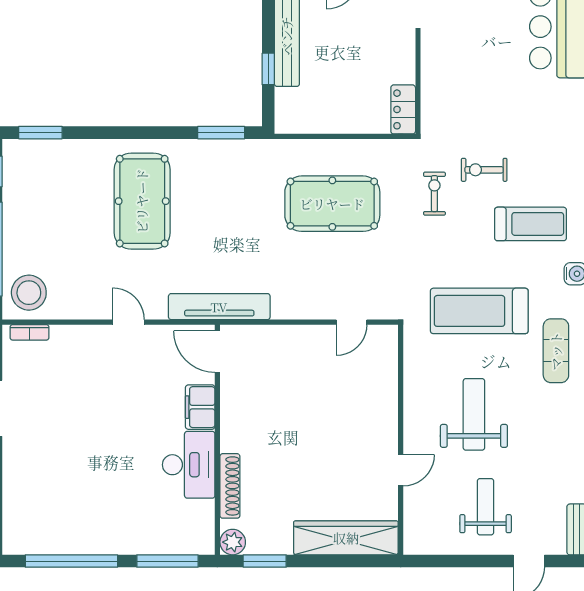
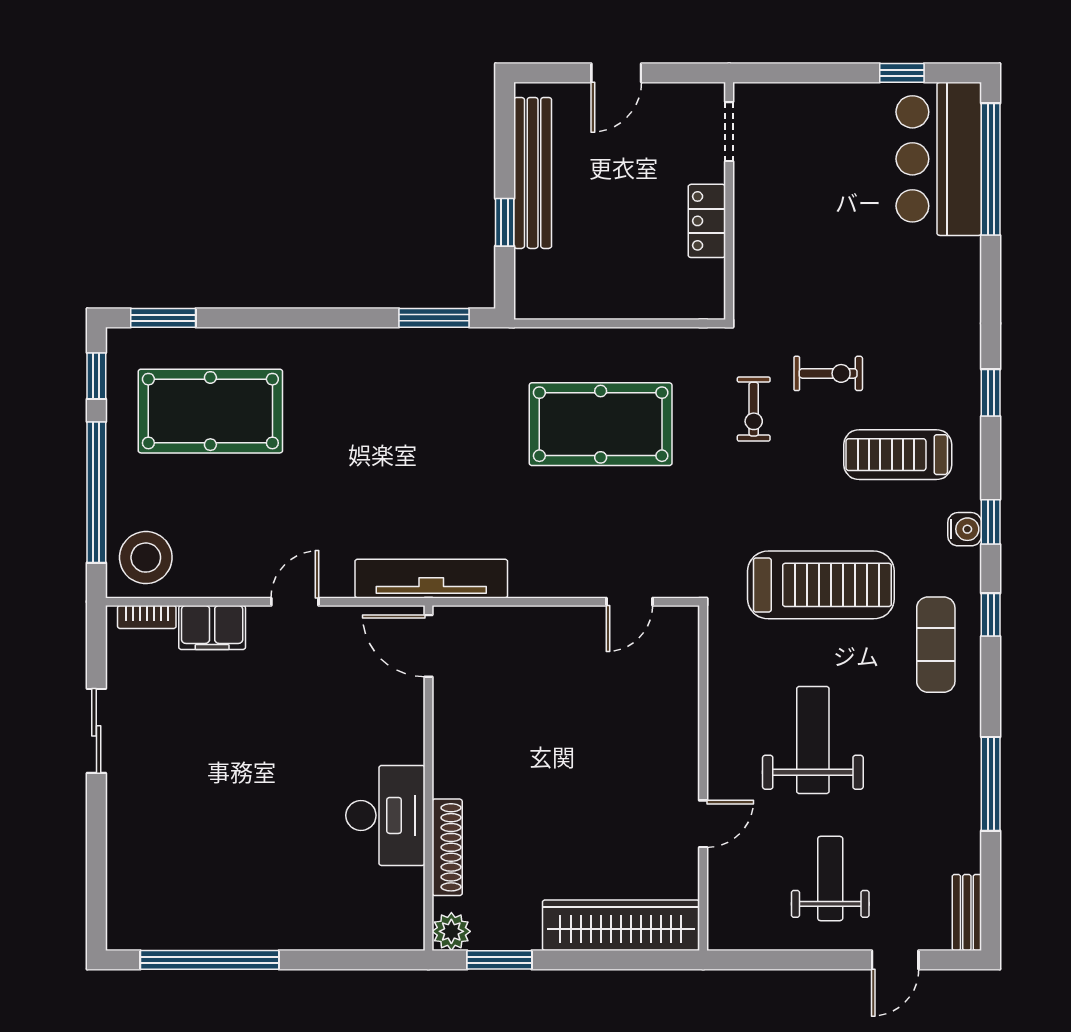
locker: (403, 109) -> (707, 221), moved
exercise bike: (484, 170) -> (828, 373), turned 180
exercise bike: (434, 194) -> (754, 409), turned 180
pool table: (142, 201) -> (210, 411), moved, turned 90
treadmill: (531, 224) -> (898, 455), turned 180
treadmill: (479, 311) -> (821, 585), turned 180
door: (128, 322) -> (295, 602), hinge flipped
filing cabinet: (200, 407) -> (212, 628), moved, turned -90
window: (167, 561) -> (354, 960), removed

